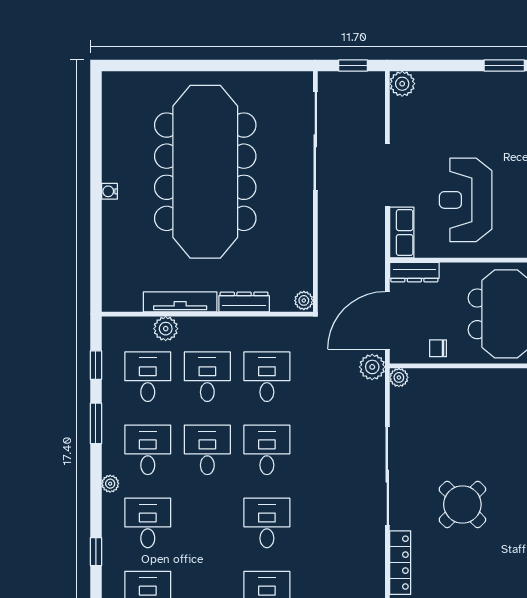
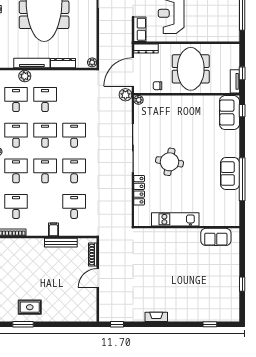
desk: (267, 377) -> (45, 171), moved
round table: (462, 504) -> (169, 162), turned -35

